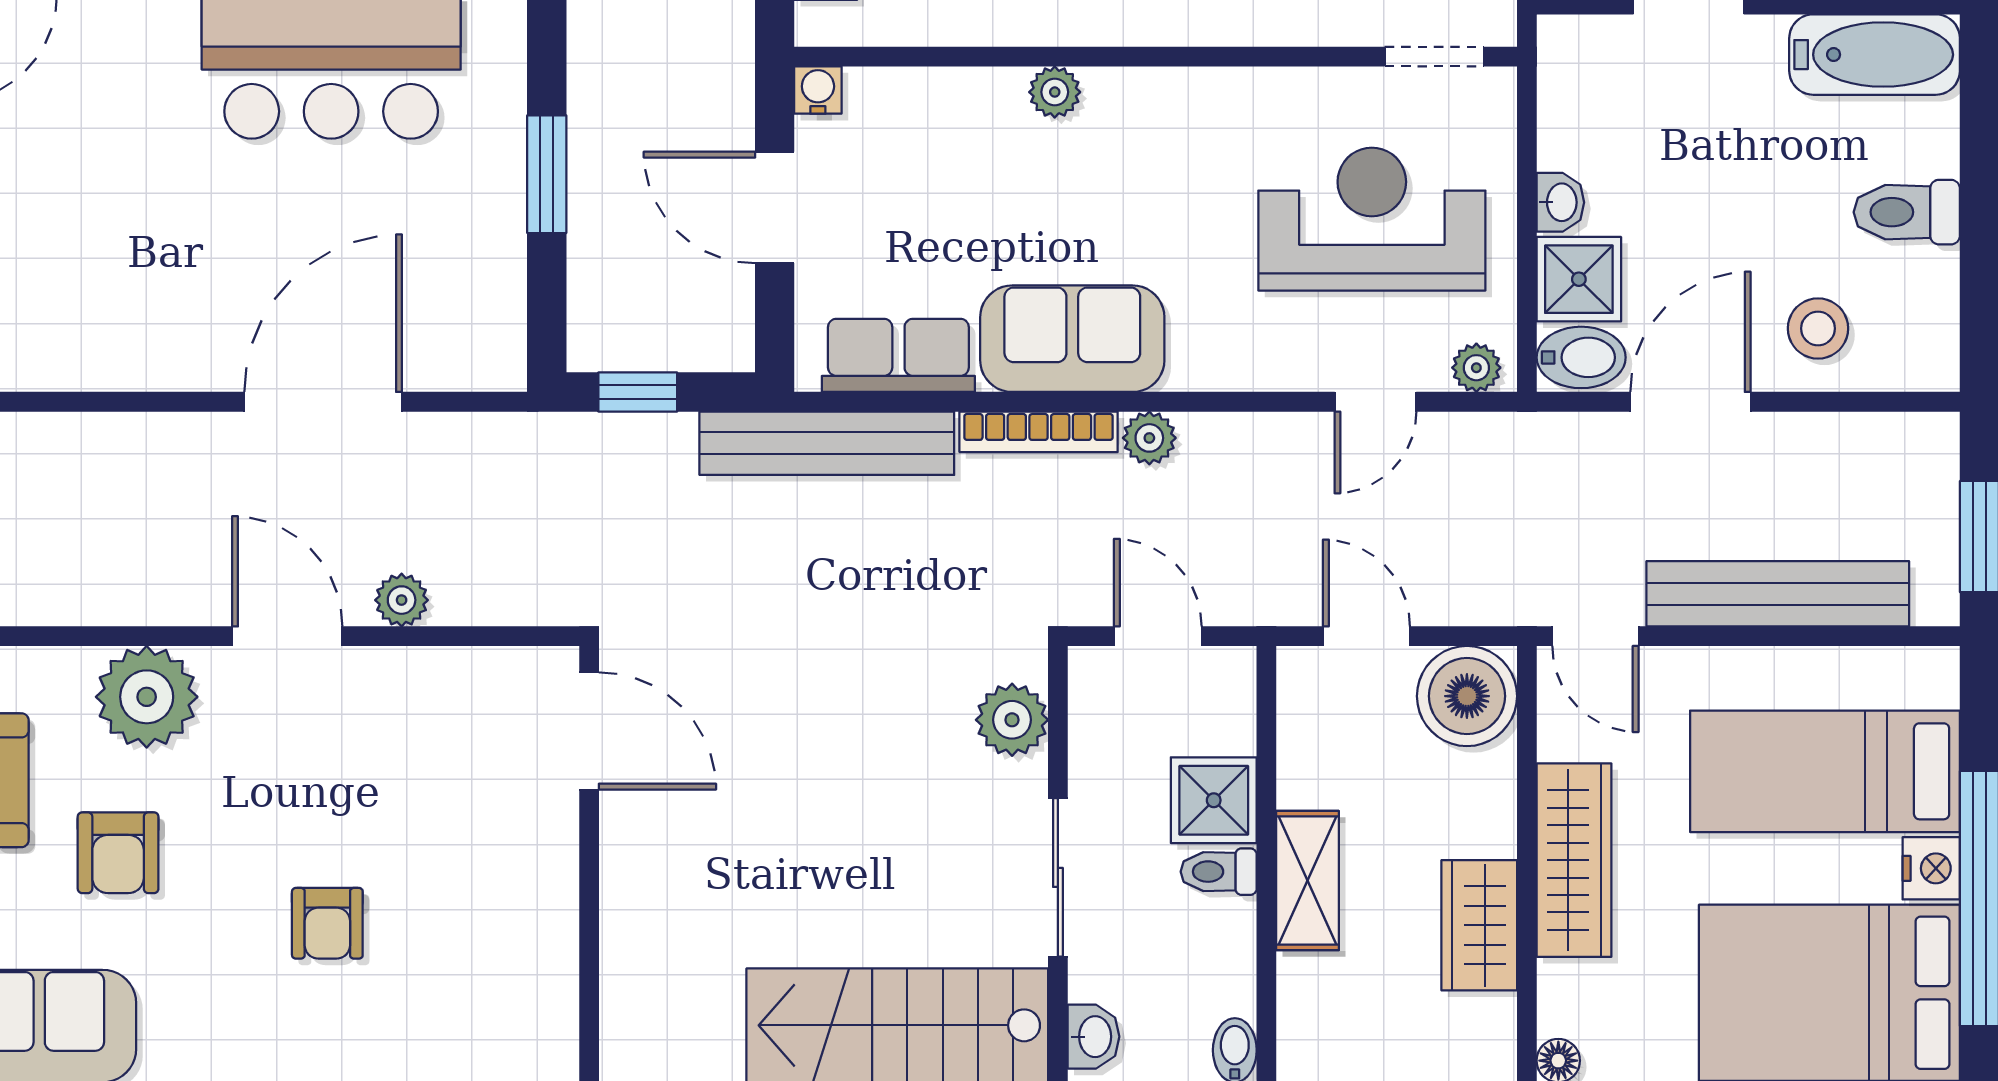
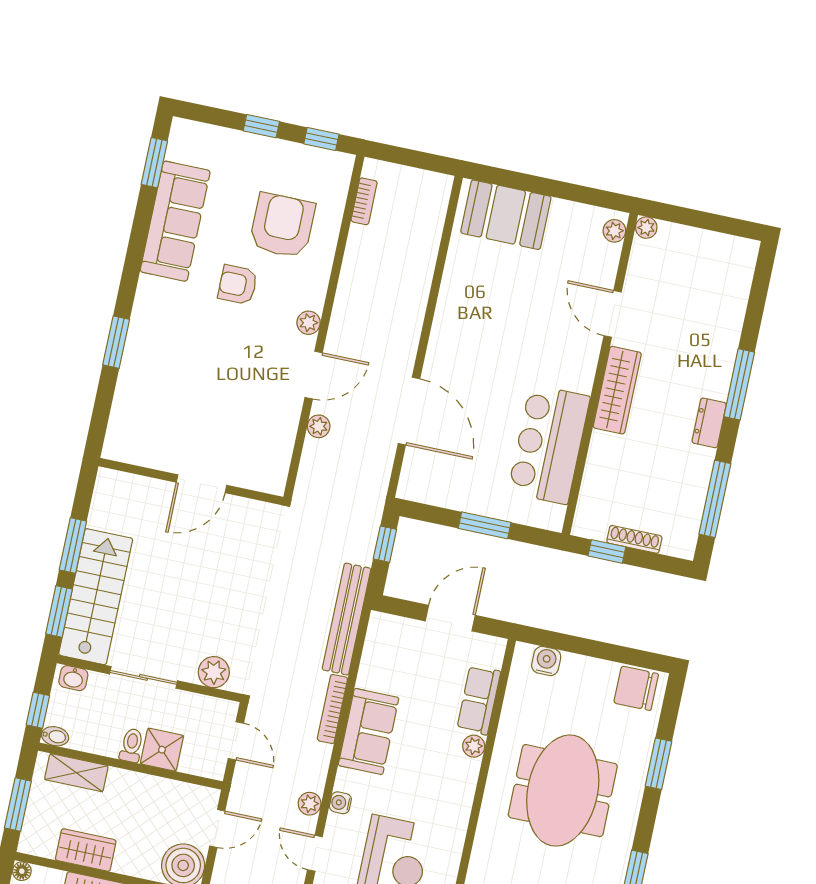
water cooler: (818, 90) -> (340, 803), moved, turned 180
row of seats: (898, 355) -> (479, 700), moved, turned 180
plant: (1149, 438) -> (310, 804), moved
door: (1158, 636) -> (236, 741), hinge flipped
plant: (147, 697) -> (309, 323), width x0.53, depth x0.53
door: (589, 731) -> (201, 484), moved
shelving: (1307, 881) -> (76, 773), moved
armchair: (327, 923) -> (189, 366), removed

